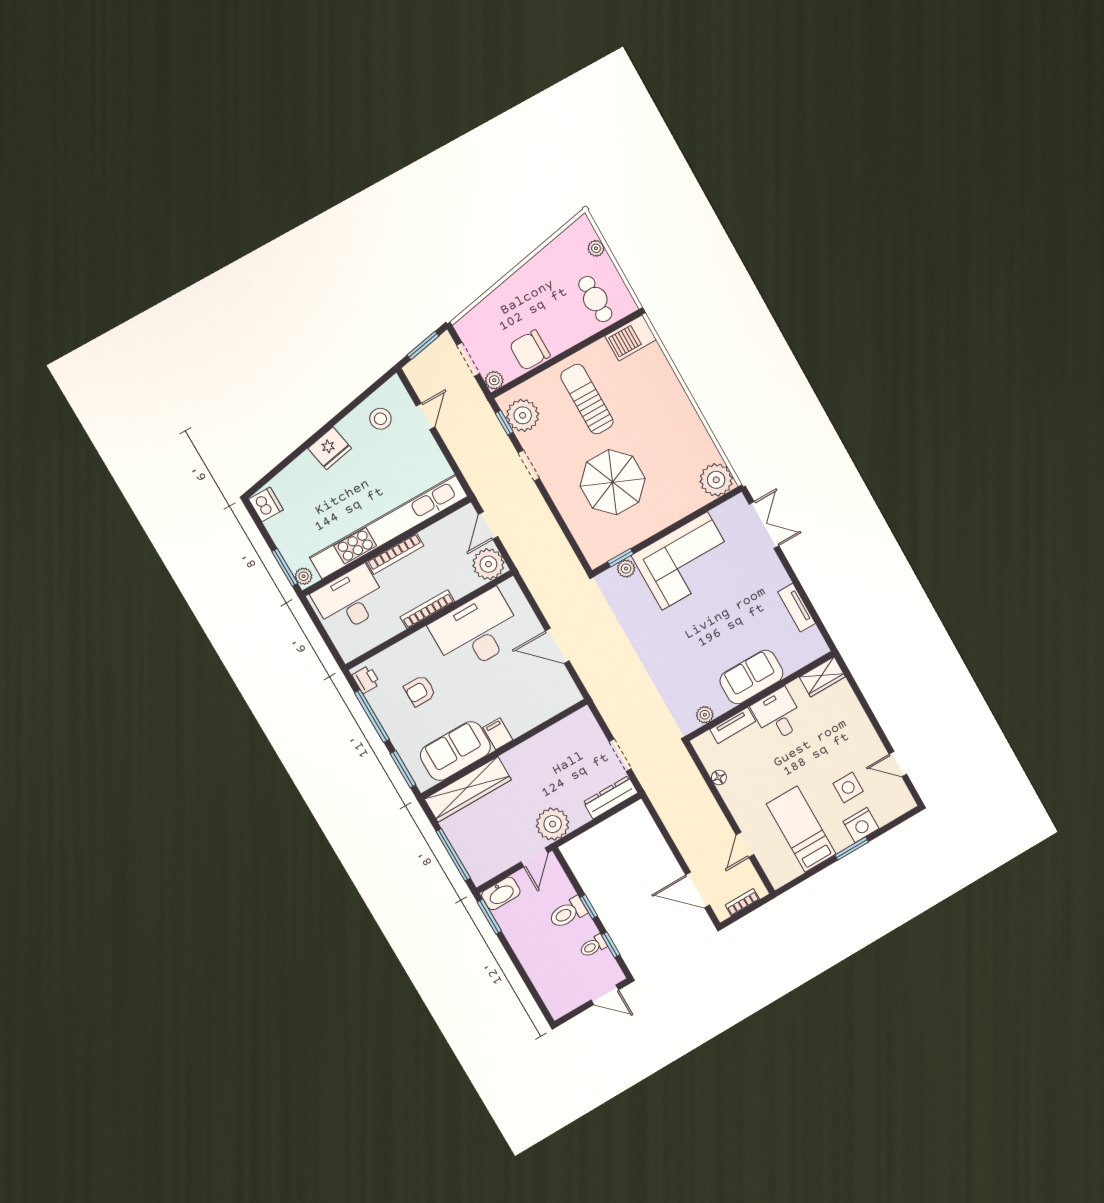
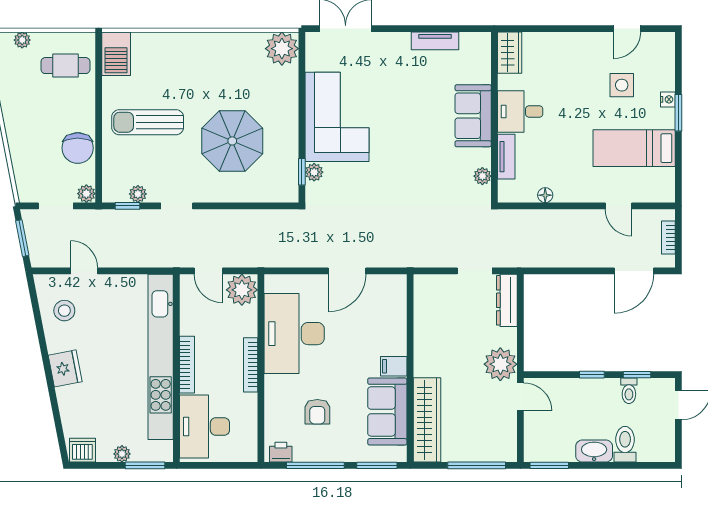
plant: (523, 415) -> (138, 194), width x0.53, depth x0.53
plant: (304, 576) -> (122, 454), moved
nightstand: (861, 825) -> (668, 99), width x0.53, depth x0.56
washbasin: (501, 893) -> (594, 451), moved, turned -90
toilet: (568, 913) -> (625, 444), moved, turned 180

